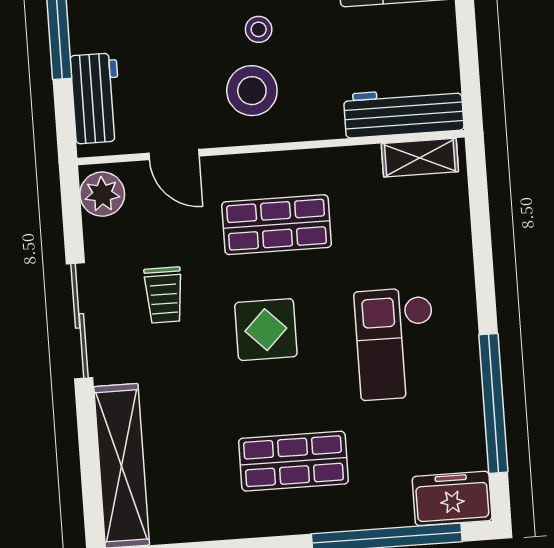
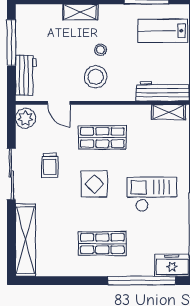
checkout: (396, 344) -> (152, 194), turned 90

